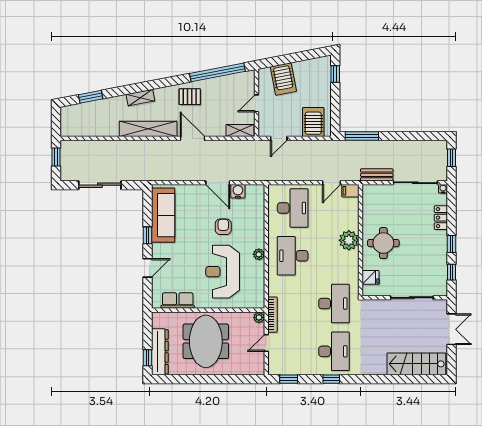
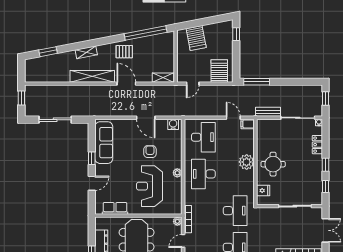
door: (257, 103) -> (176, 57), removed
door: (331, 183) -> (233, 118), swing flipped
water cooler: (238, 191) -> (173, 124), moved

